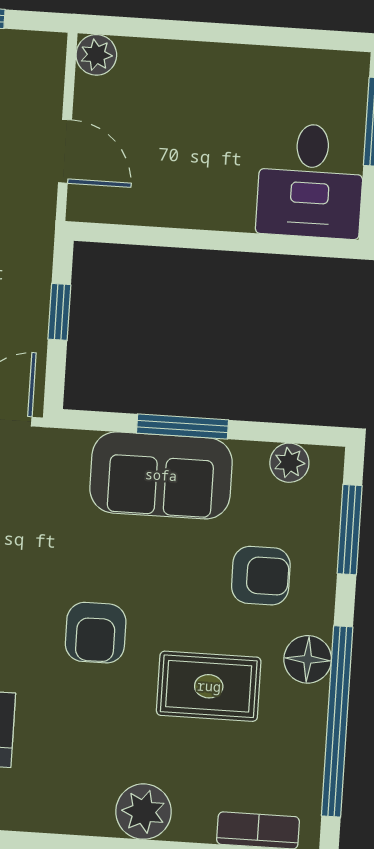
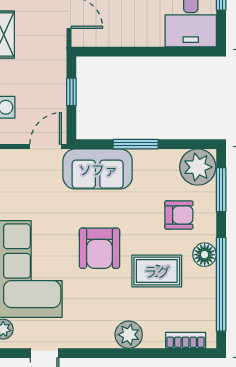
plant: (289, 463) -> (198, 167), width x1.88, depth x1.88
sofa: (161, 475) -> (98, 169), moved
armchair: (96, 633) -> (99, 248), width x1.38, depth x1.38

